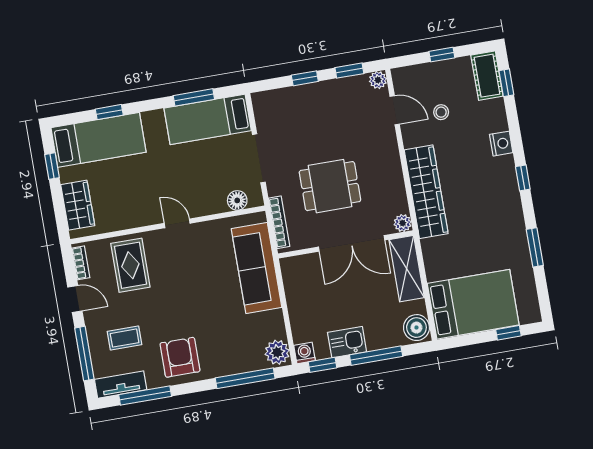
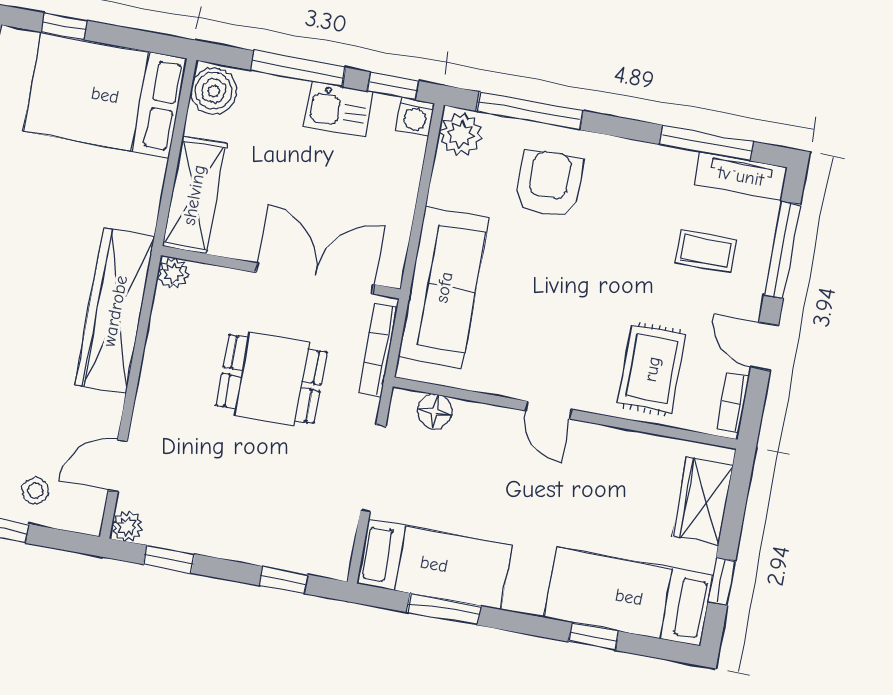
window: (305, 78) -> (283, 580), moved
door: (395, 110) -> (118, 466), hinge flipped
stool: (441, 112) -> (35, 491), moved
double door: (352, 243) -> (315, 278), moved
armchair: (180, 357) -> (549, 184), moved, turned 180

